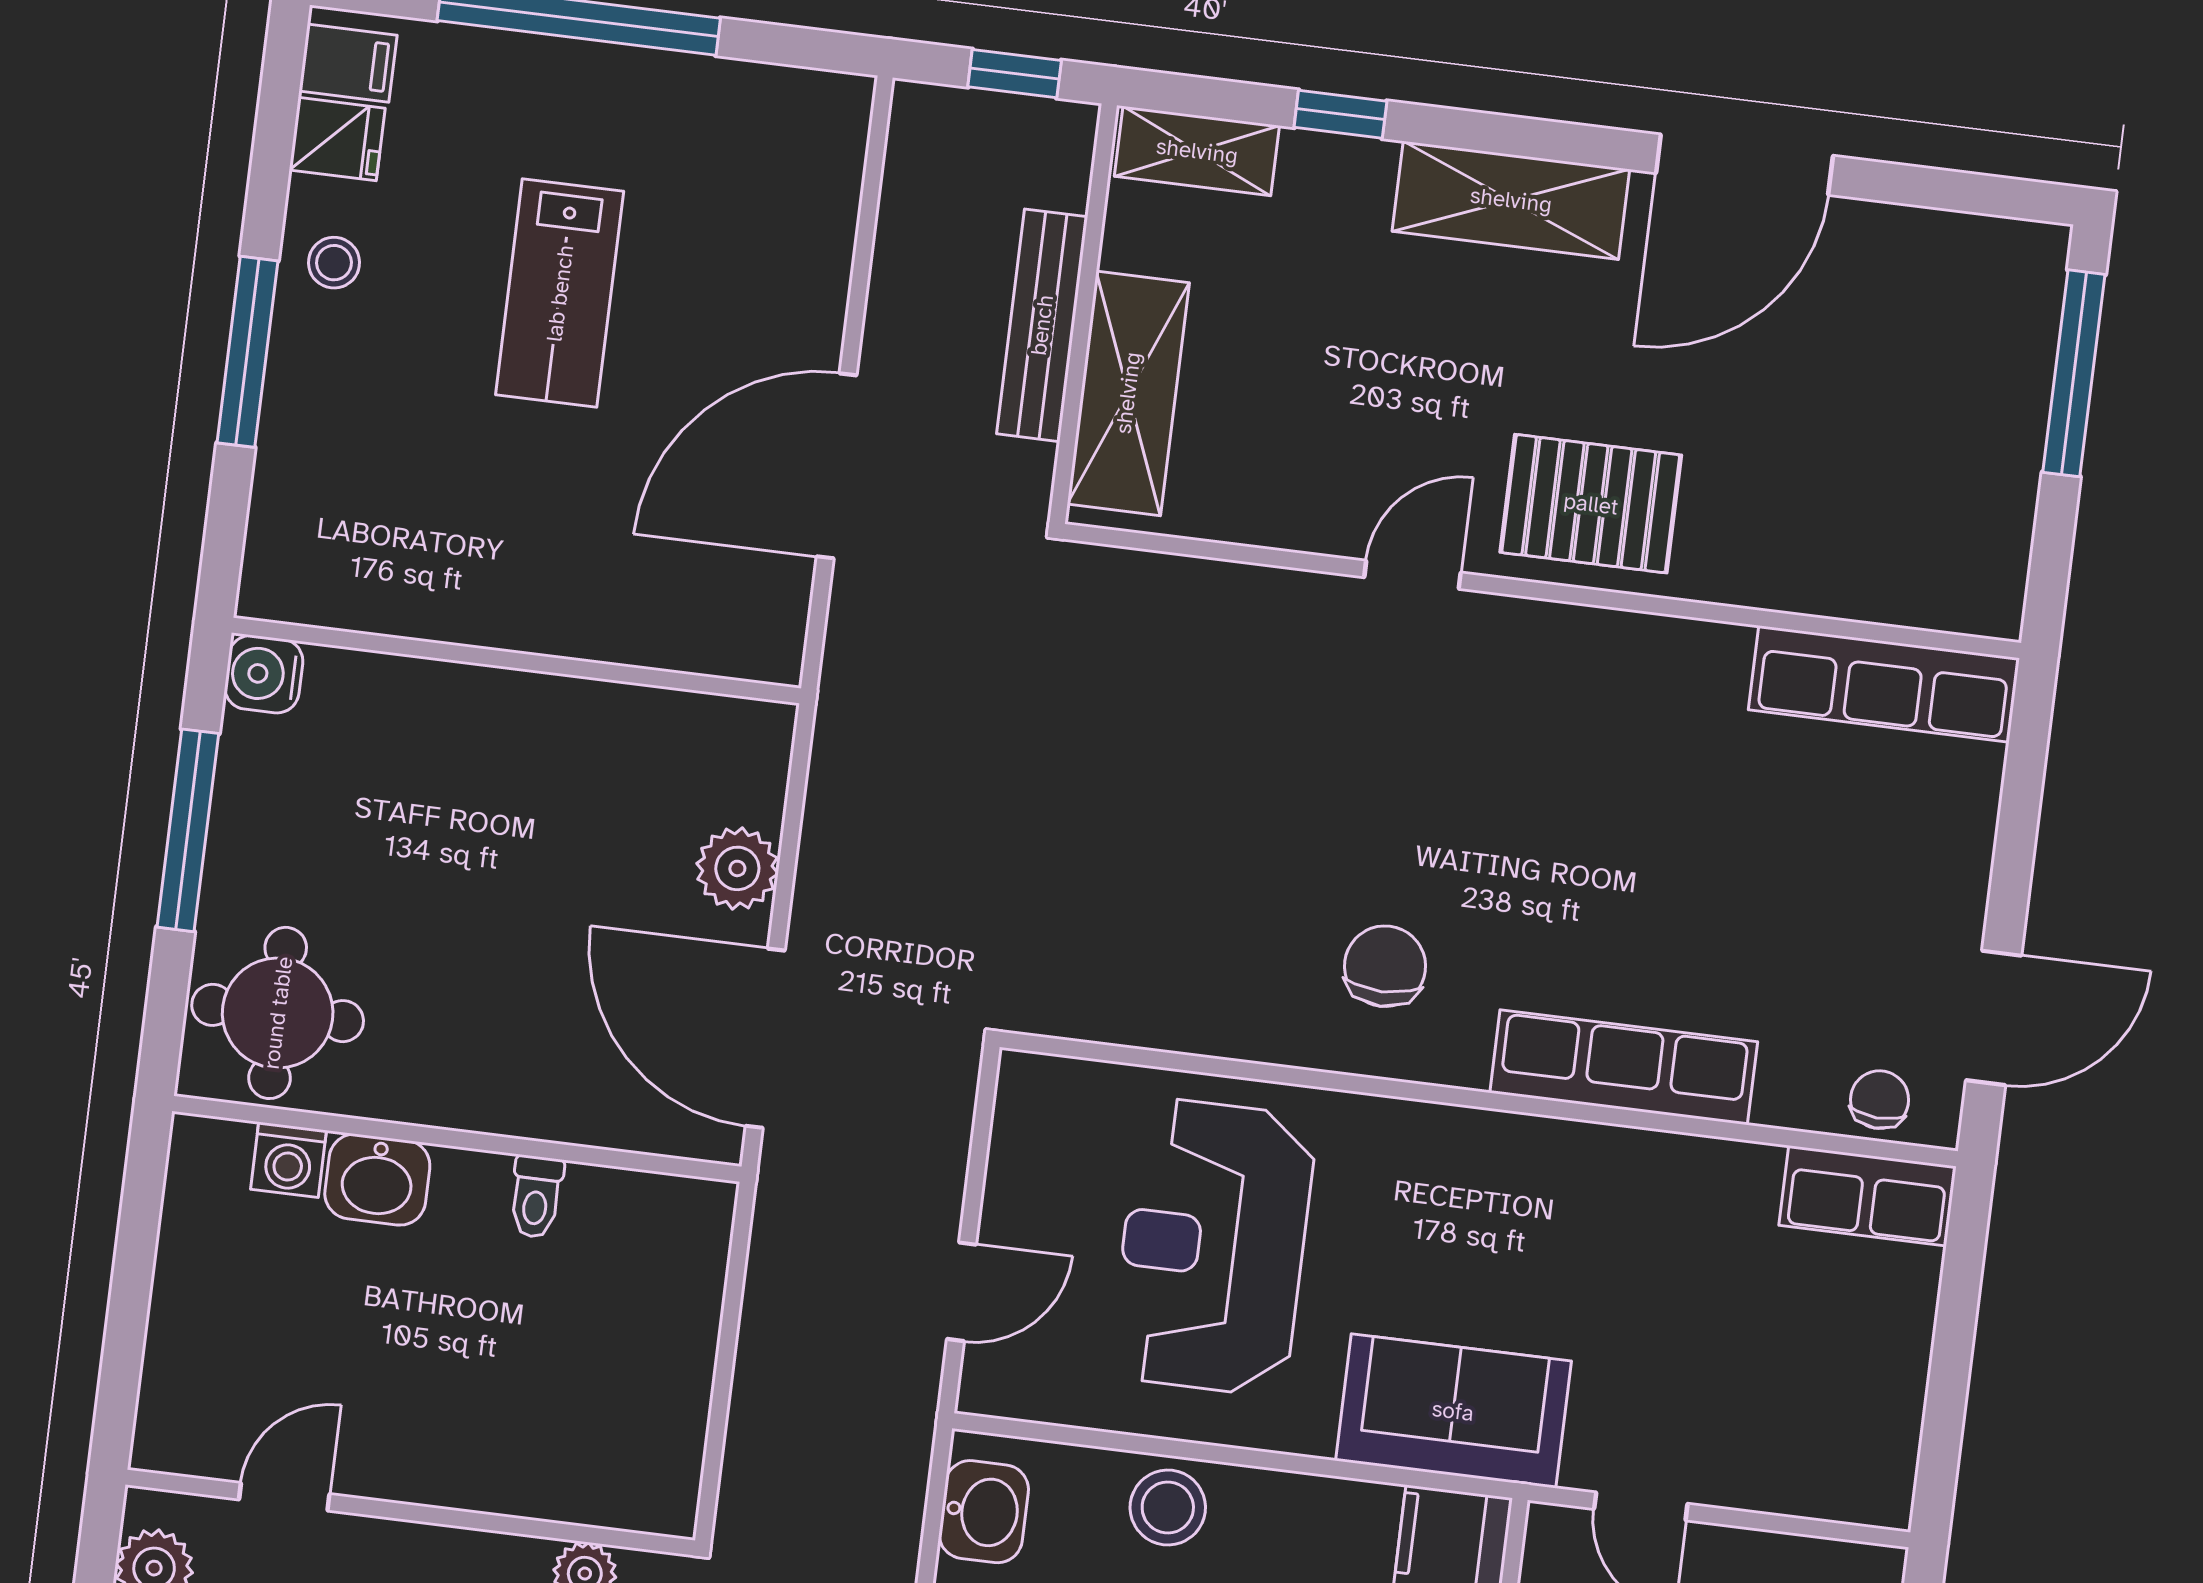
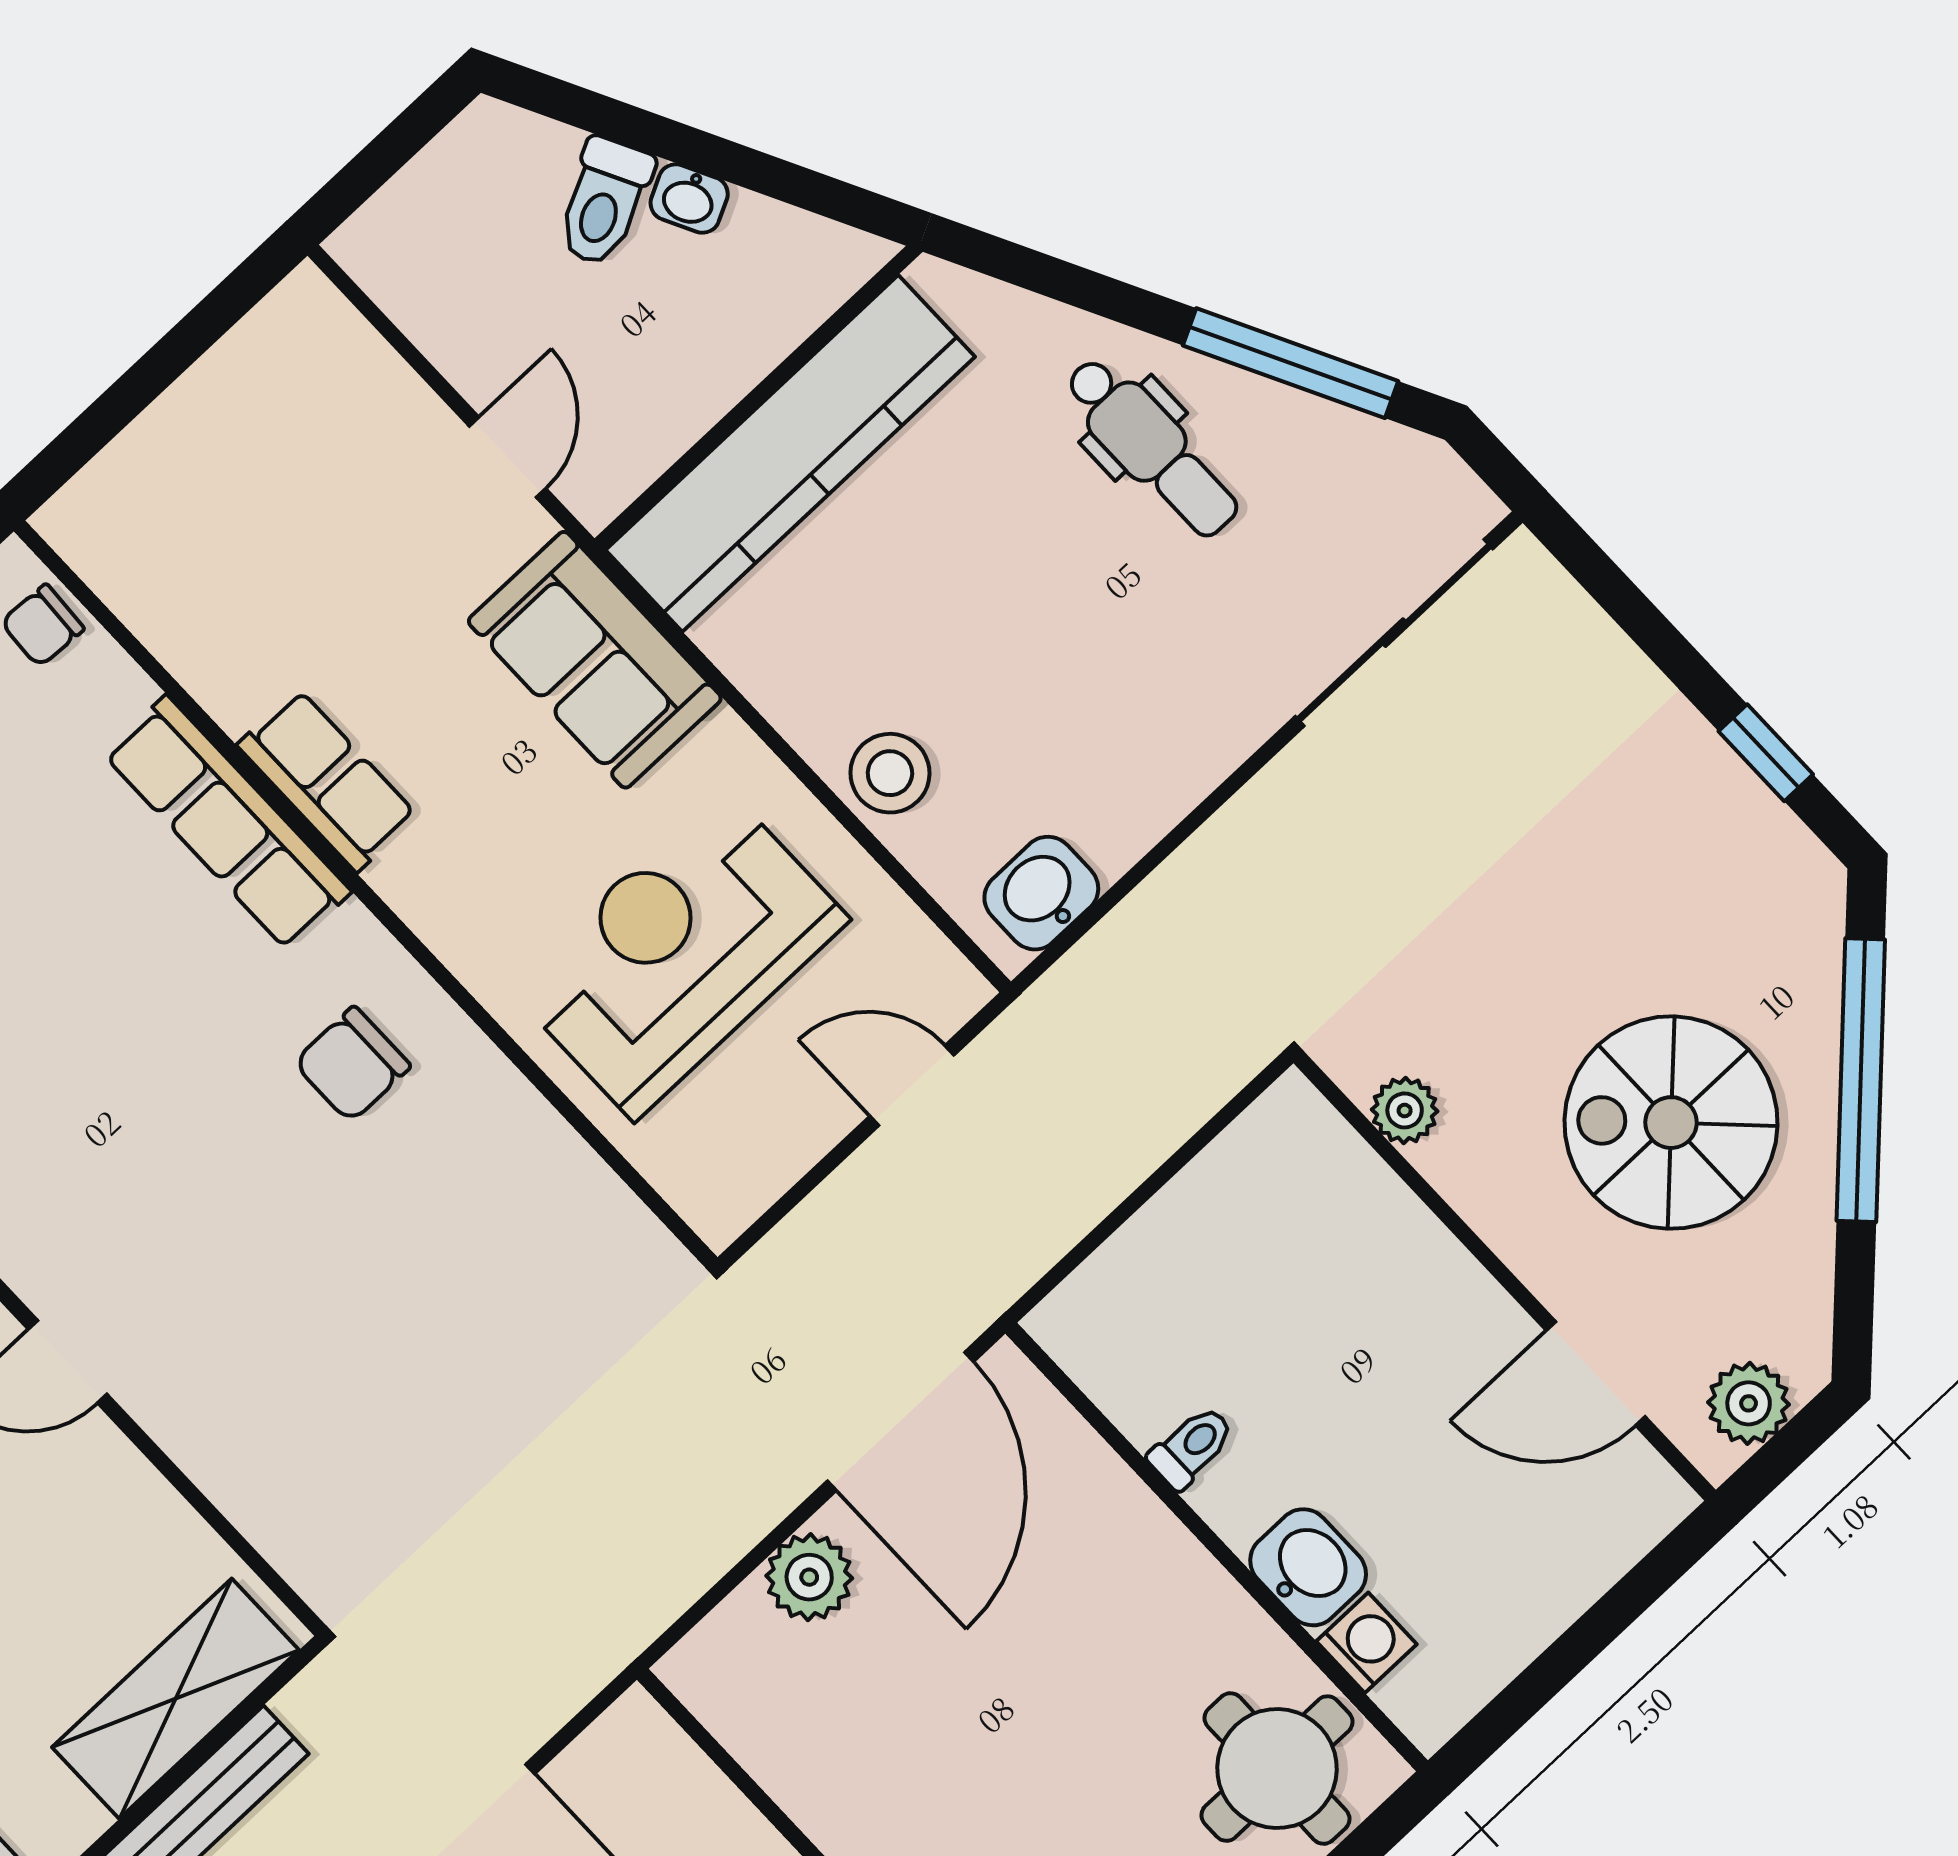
row of seats: (1868, 1196) -> (327, 780), moved
reception desk: (1213, 1247) -> (679, 953), turned 180
door: (284, 1497) -> (1596, 1374), width x1.38

